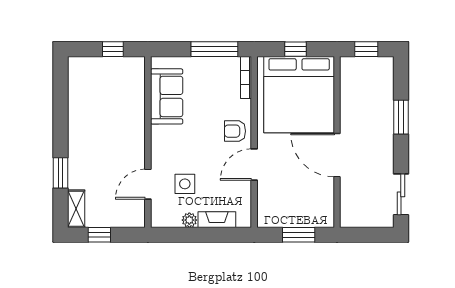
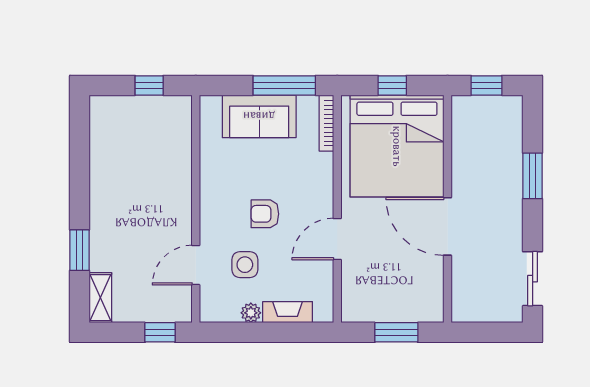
sofa: (167, 96) -> (259, 116), moved, turned 90
armchair: (235, 131) -> (265, 214), moved
window: (99, 235) -> (160, 332), moved

